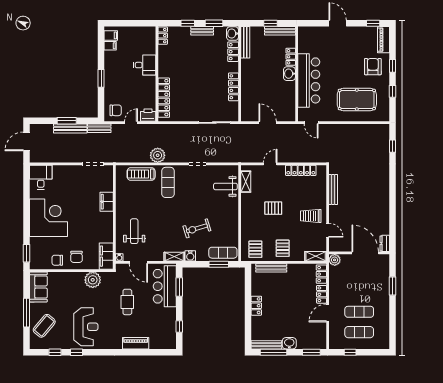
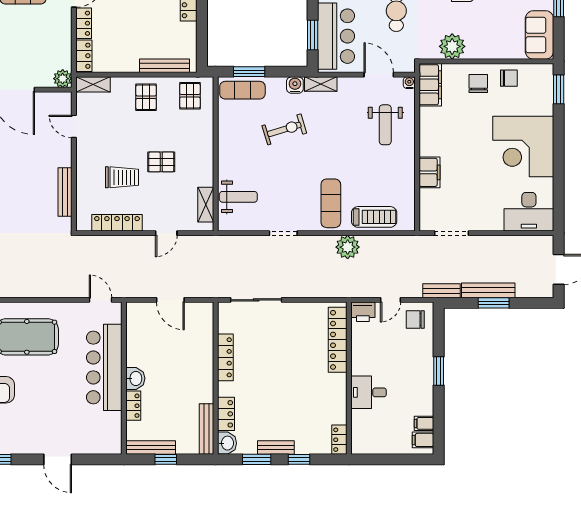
desk: (41, 177) -> (529, 212), width x1.37
trolley: (311, 216) -> (122, 177), moved

